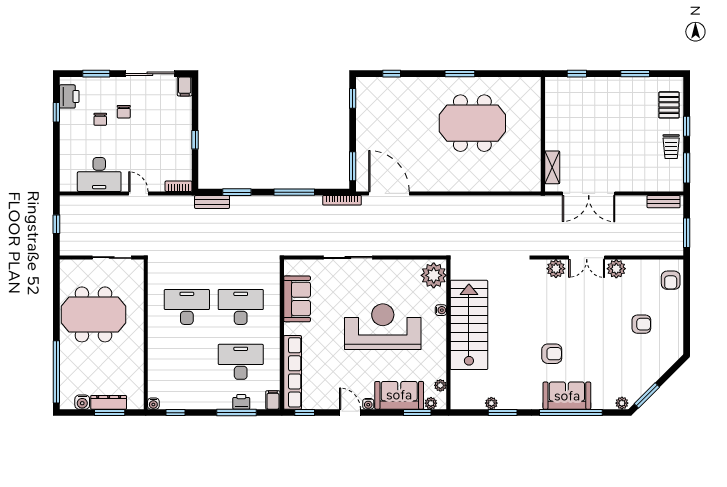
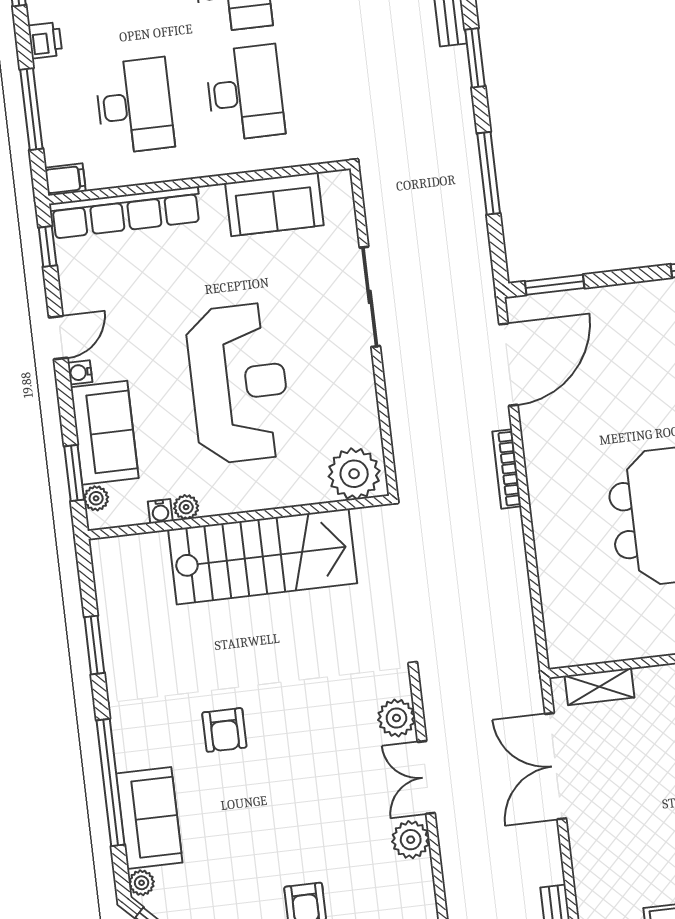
bookcase: (342, 200) -> (507, 469), moved
water cooler: (441, 310) -> (160, 511), moved
plant: (440, 385) -> (186, 507), moved
sofa: (567, 396) -> (149, 818), moved
printer: (241, 402) -> (45, 40), moved
plant: (491, 403) -> (110, 620), removed

